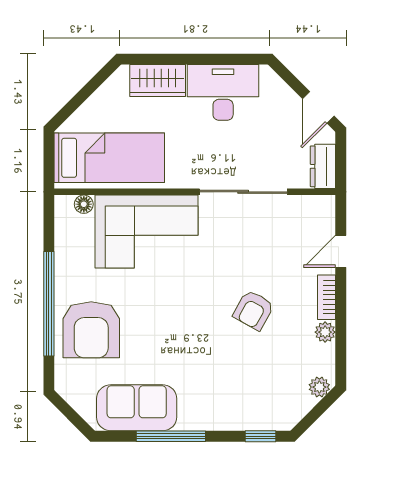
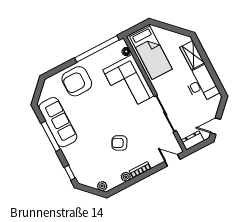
door: (341, 251) -> (173, 160), moved
window: (49, 304) -> (97, 49), moved
sofa: (137, 408) -> (58, 122), width x1.36

